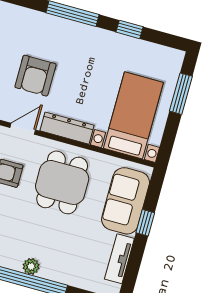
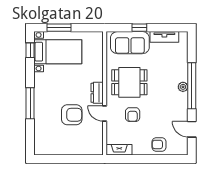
window: (130, 29) -> (30, 50), moved
bed with nightstands: (133, 115) -> (58, 52), moved, turned 180
dresser: (67, 128) -> (97, 93), width x0.70

